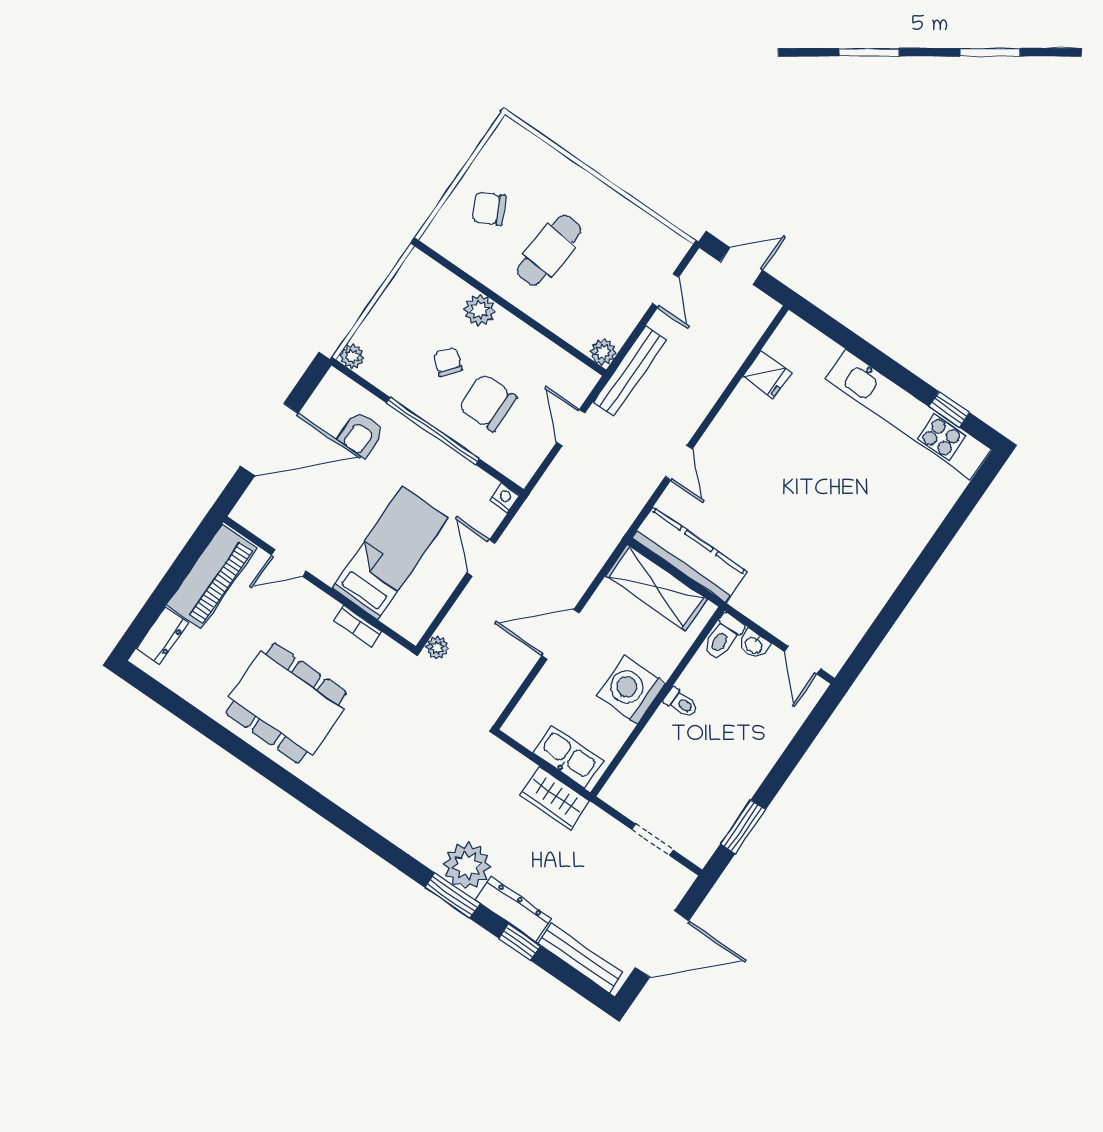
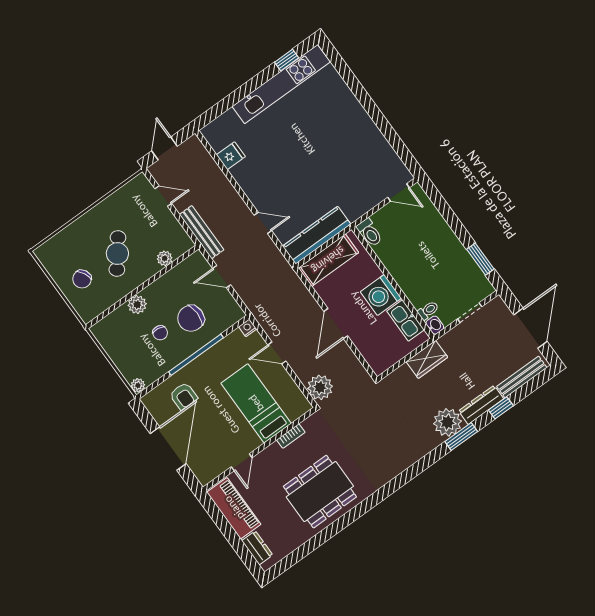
cafe table: (549, 250) -> (117, 253), turned 33
plant: (603, 352) -> (165, 258), moved
chair: (448, 362) -> (160, 333), turned -121
washbasin: (754, 645) -> (435, 325), moved, turned -90
plant: (437, 648) -> (320, 387), width x1.88, depth x1.88
toilet: (681, 703) -> (428, 310), moved
kitchen sink: (568, 757) -> (406, 320), moved, turned -90

